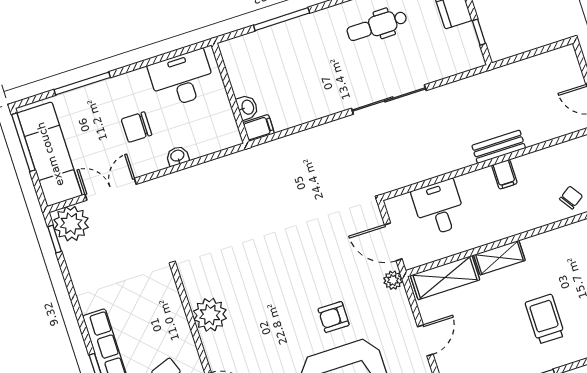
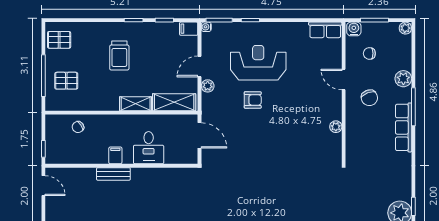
desk: (439, 208) -> (149, 148), moved
plant: (393, 280) -> (208, 86), moved
plant: (210, 315) -> (336, 127), width x0.53, depth x0.53

